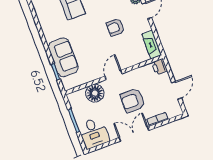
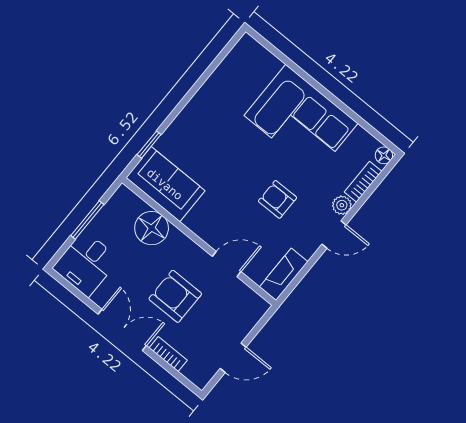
sofa: (63, 57) -> (165, 184), moved, turned -90
printer: (159, 67) -> (255, 308), removed
door: (114, 75) -> (227, 264), moved

